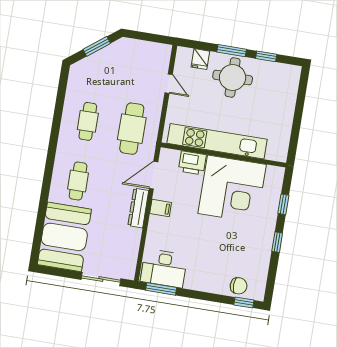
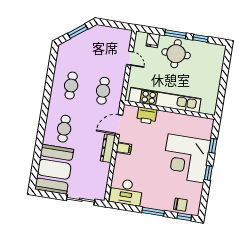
cafe table: (132, 129) -> (103, 91), width x0.73, depth x0.74
corner desk: (232, 189) -> (186, 158), moved, turned 90
window: (161, 289) -> (153, 212), moved

